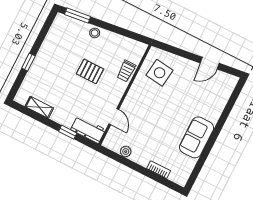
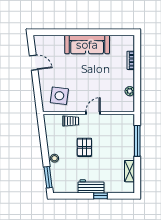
door: (114, 117) -> (93, 113), moved
workbench: (88, 130) -> (91, 186), moved, turned 90
window: (68, 132) -> (137, 141), width x2.17
sofa: (197, 137) -> (87, 45), width x1.36

